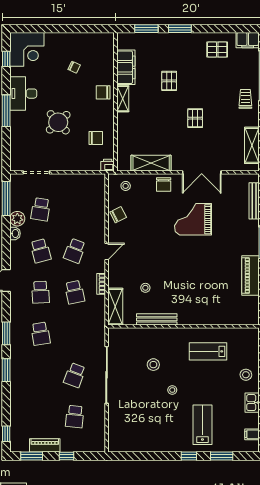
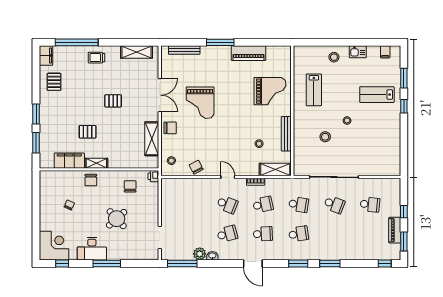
pallet: (169, 81) -> (88, 132), moved
school desk: (41, 209) -> (299, 205), moved
grand piano: (206, 300) -> (270, 91), added

